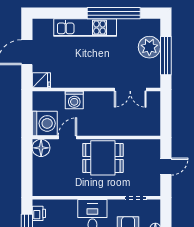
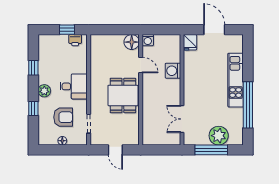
washing machine: (45, 123) -> (148, 40), width x0.53, depth x0.53

